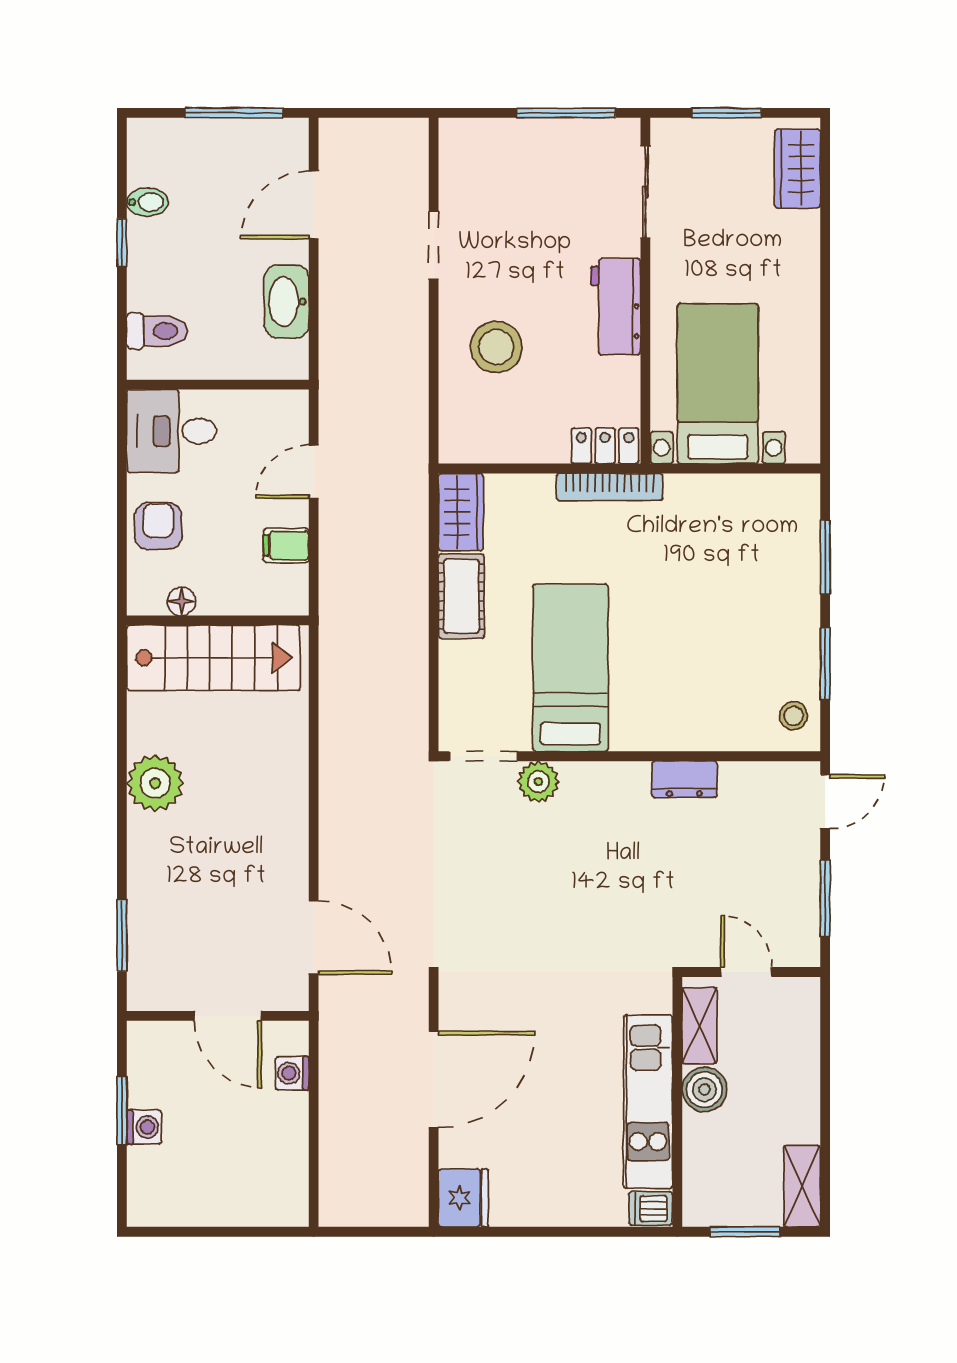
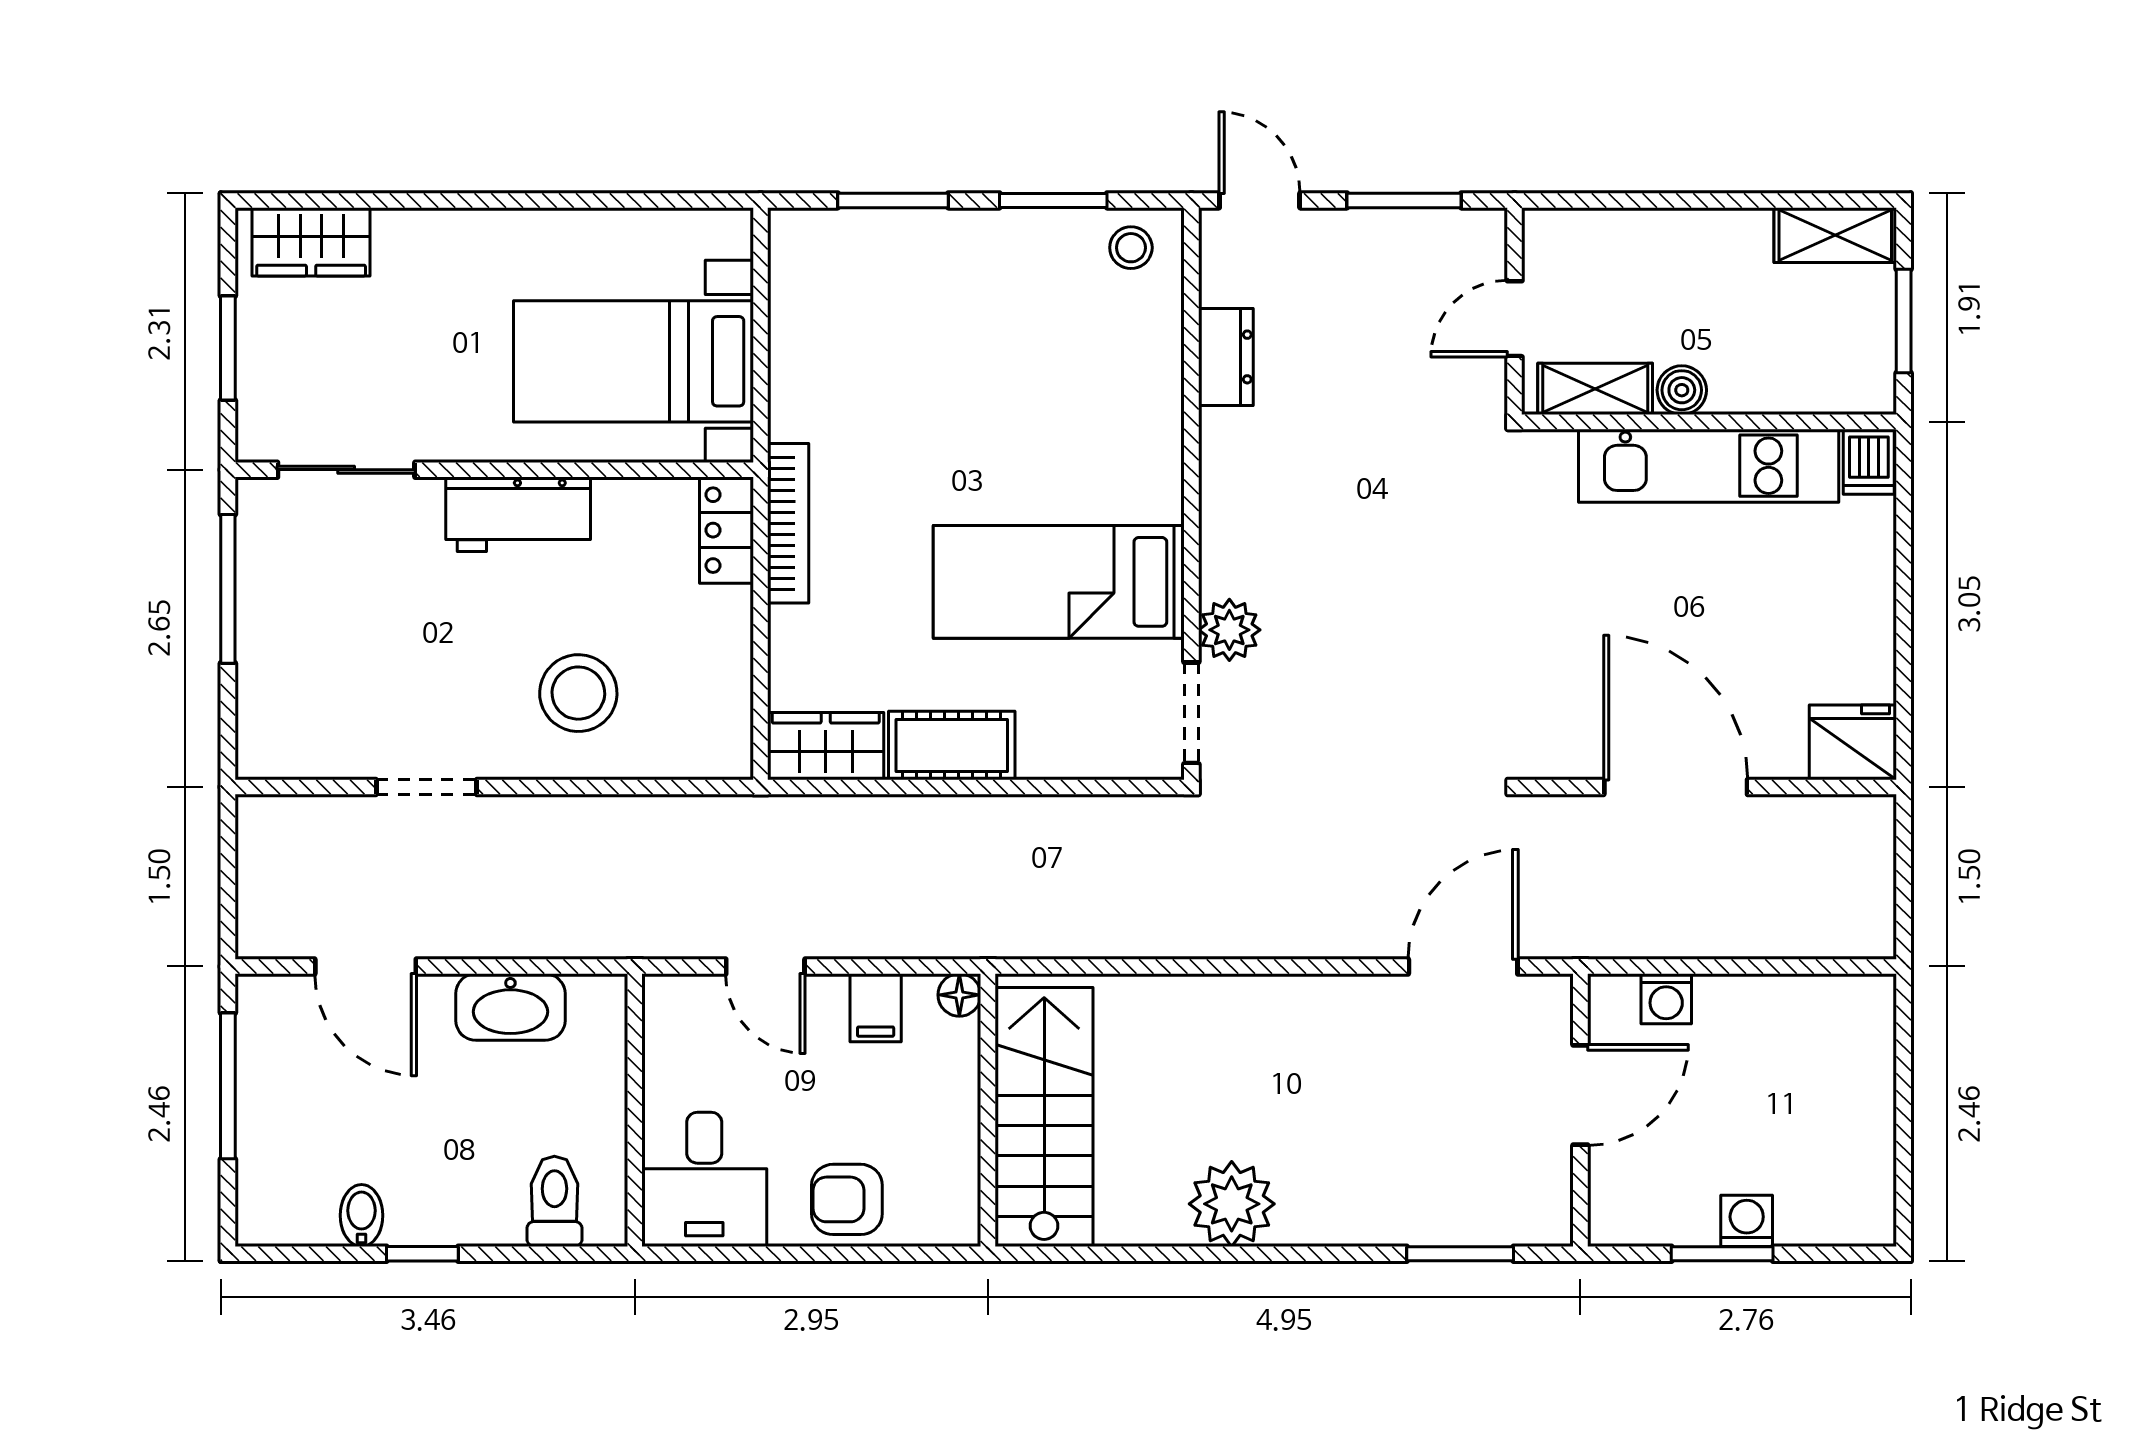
floor lamp: (181, 601) -> (959, 995), moved
dresser: (684, 779) -> (1226, 357), moved
boiler: (704, 1090) -> (1682, 390), width x0.73, depth x0.73

